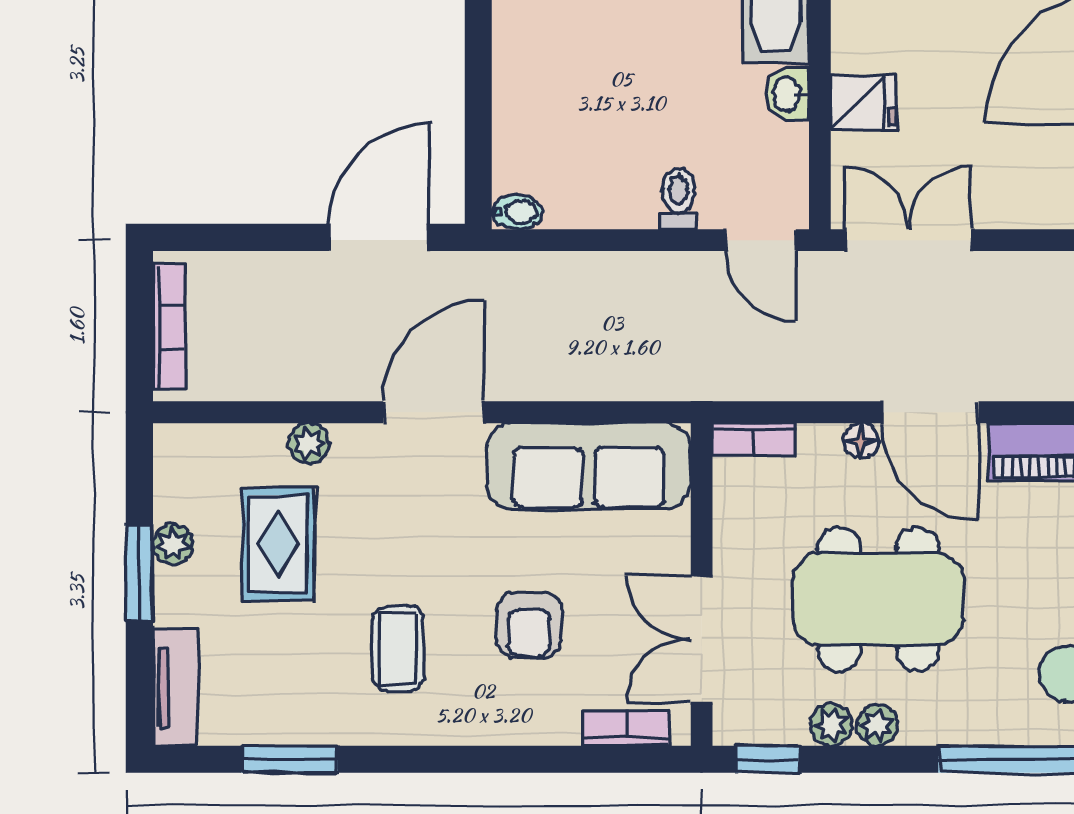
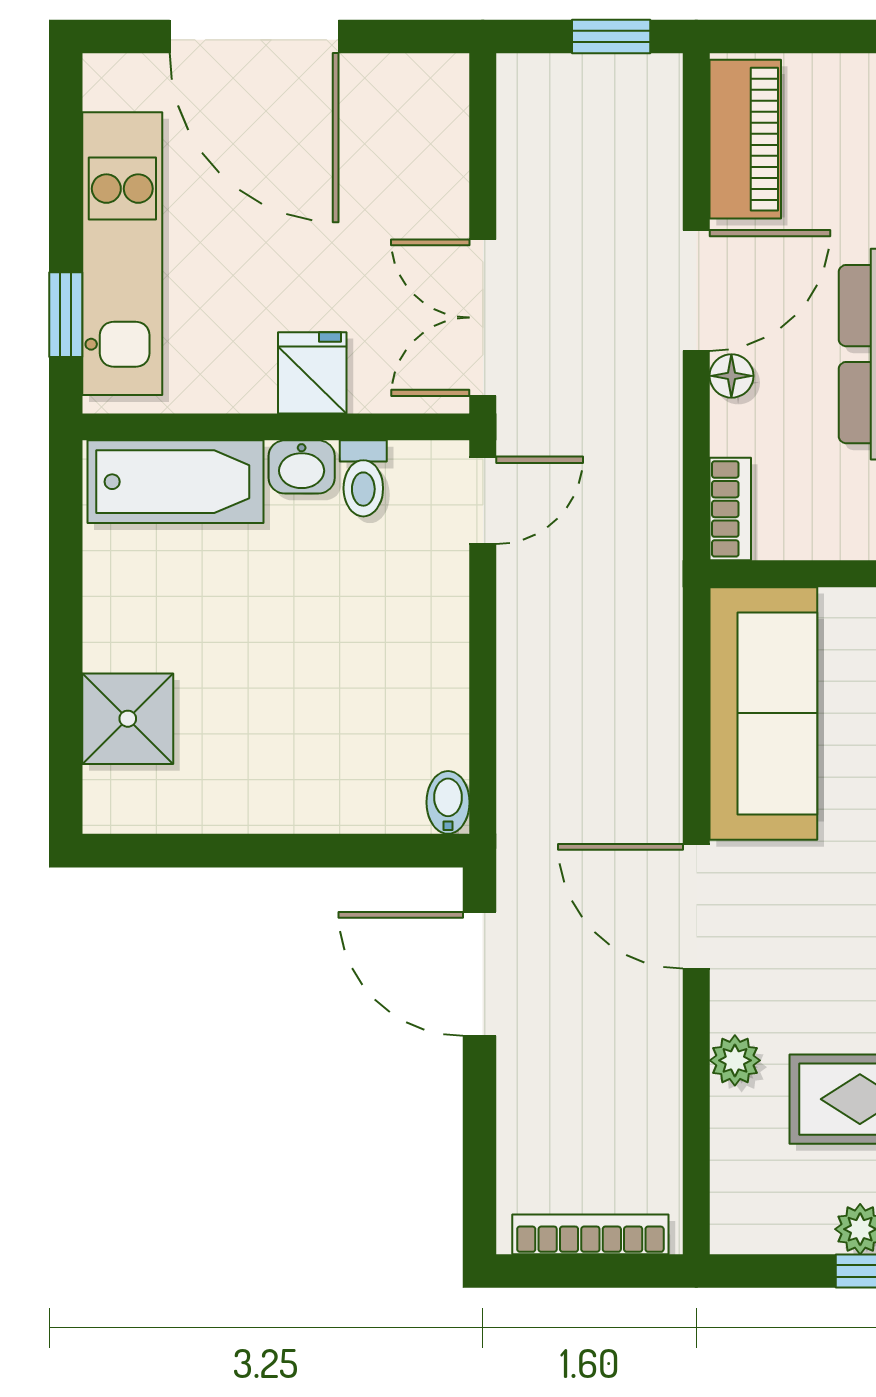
toilet: (678, 199) -> (363, 478), moved, turned -90

